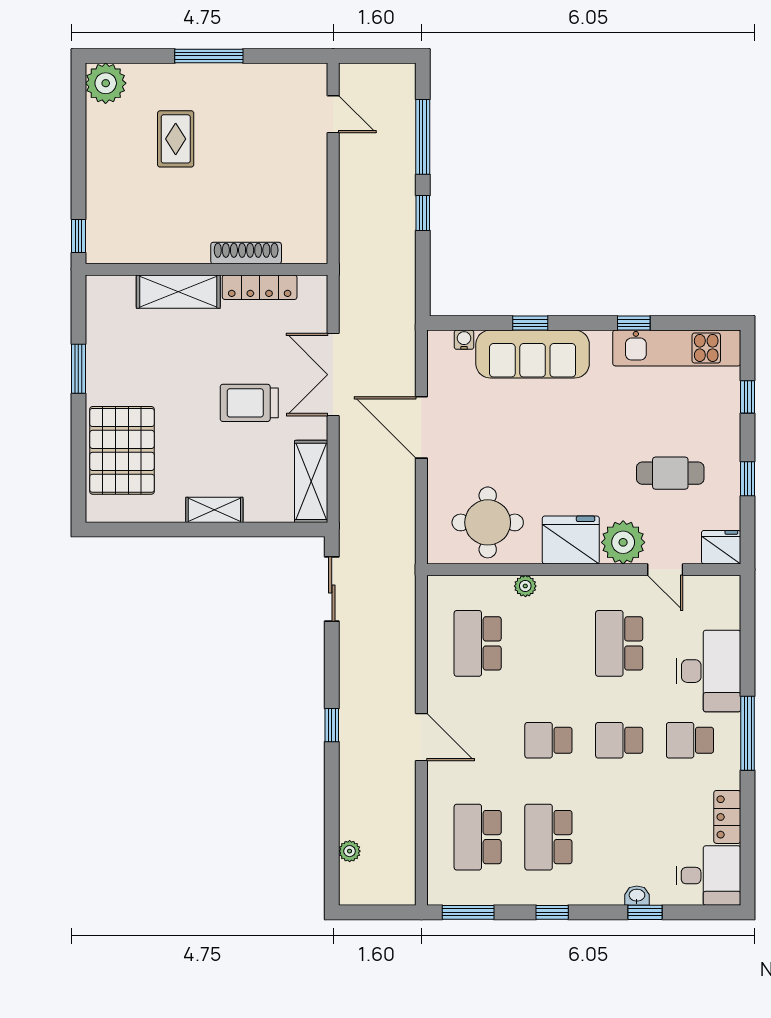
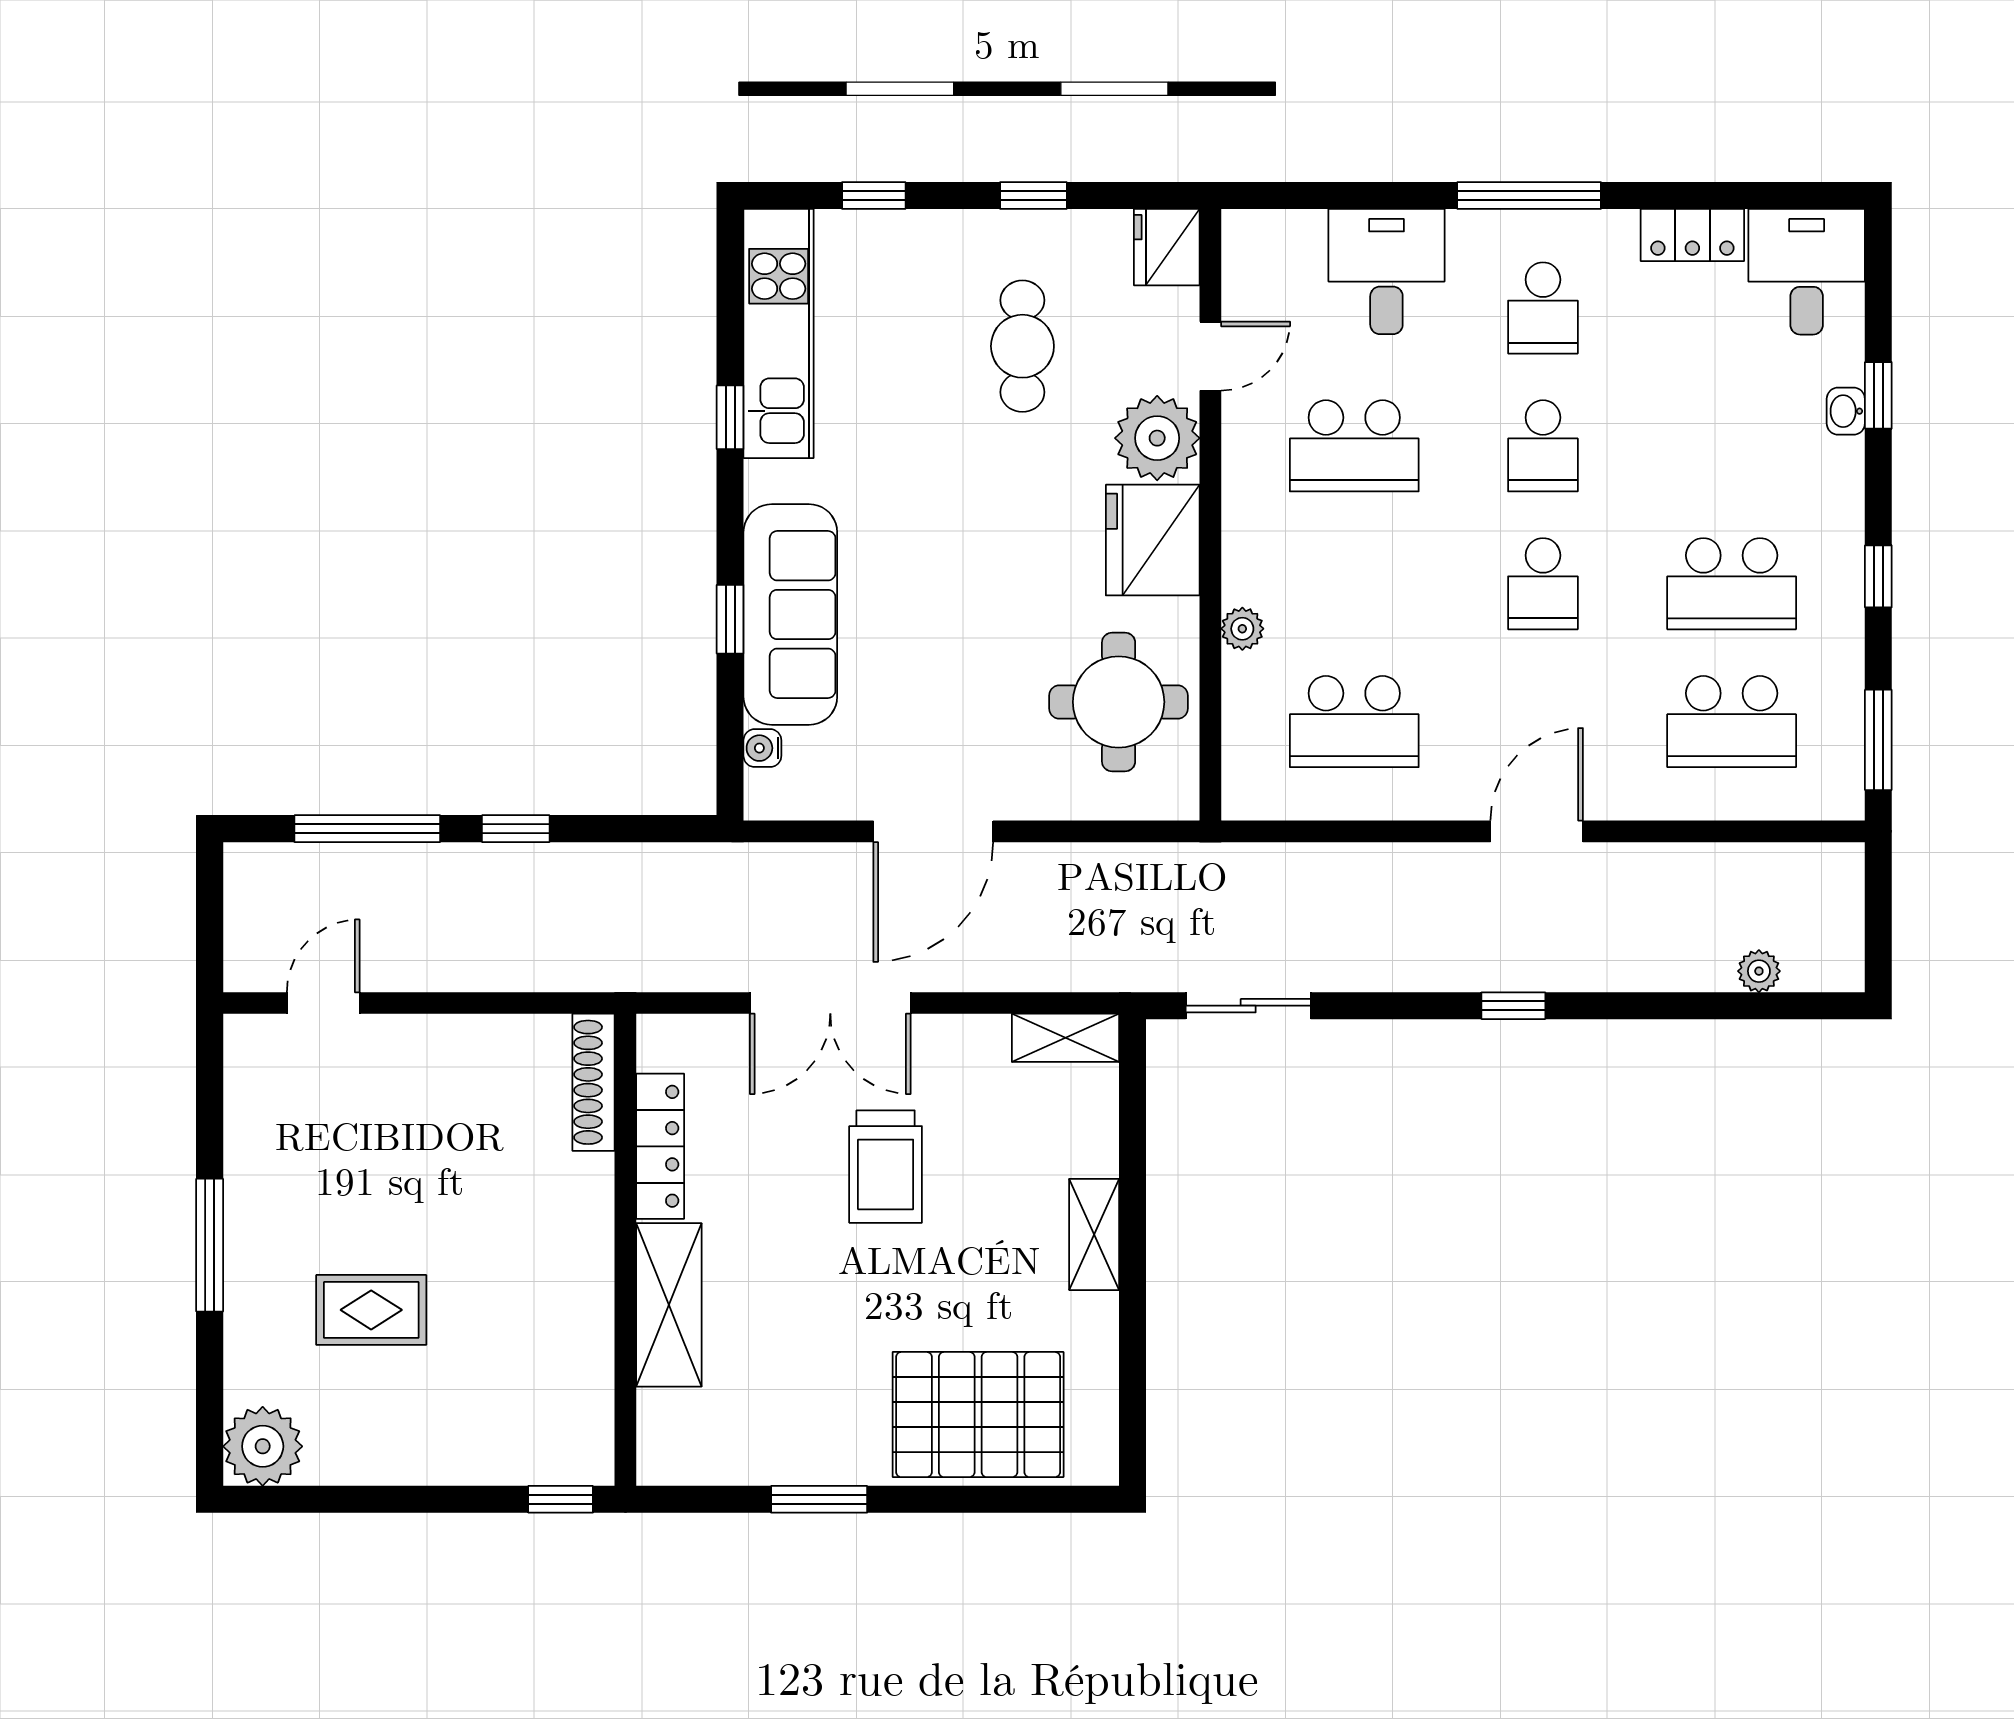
shoe rack: (246, 253) -> (594, 1082), moved
shelving: (311, 481) -> (1065, 1038), width x0.67, depth x0.75
desk: (709, 671) -> (1386, 272), width x0.73

